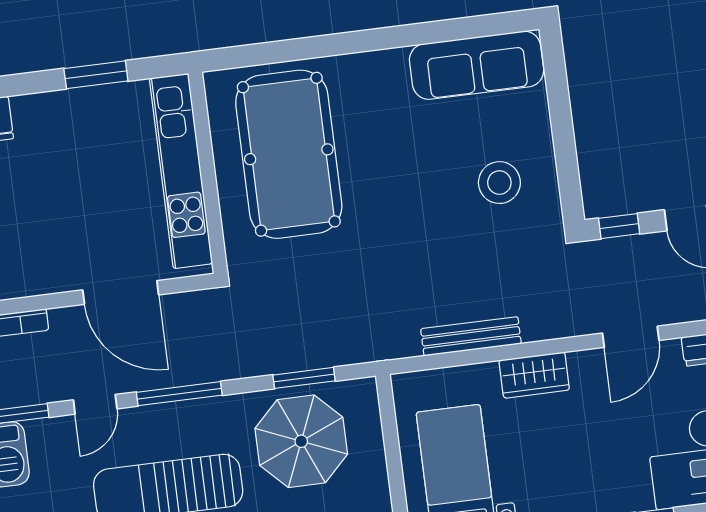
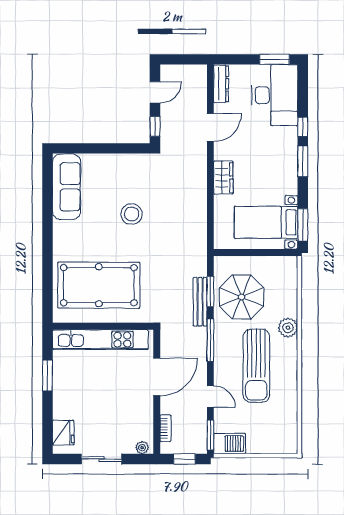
stool: (499, 183) -> (132, 214), moved
bench: (471, 336) -> (200, 302), moved
door: (631, 337) -> (210, 127), hinge flipped
window: (179, 394) -> (210, 340), moved

